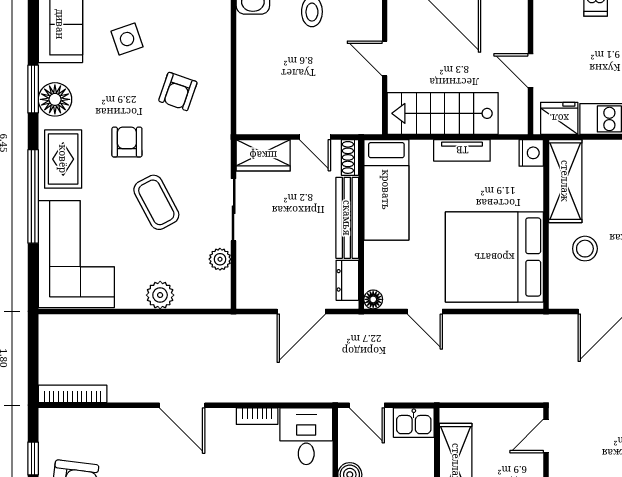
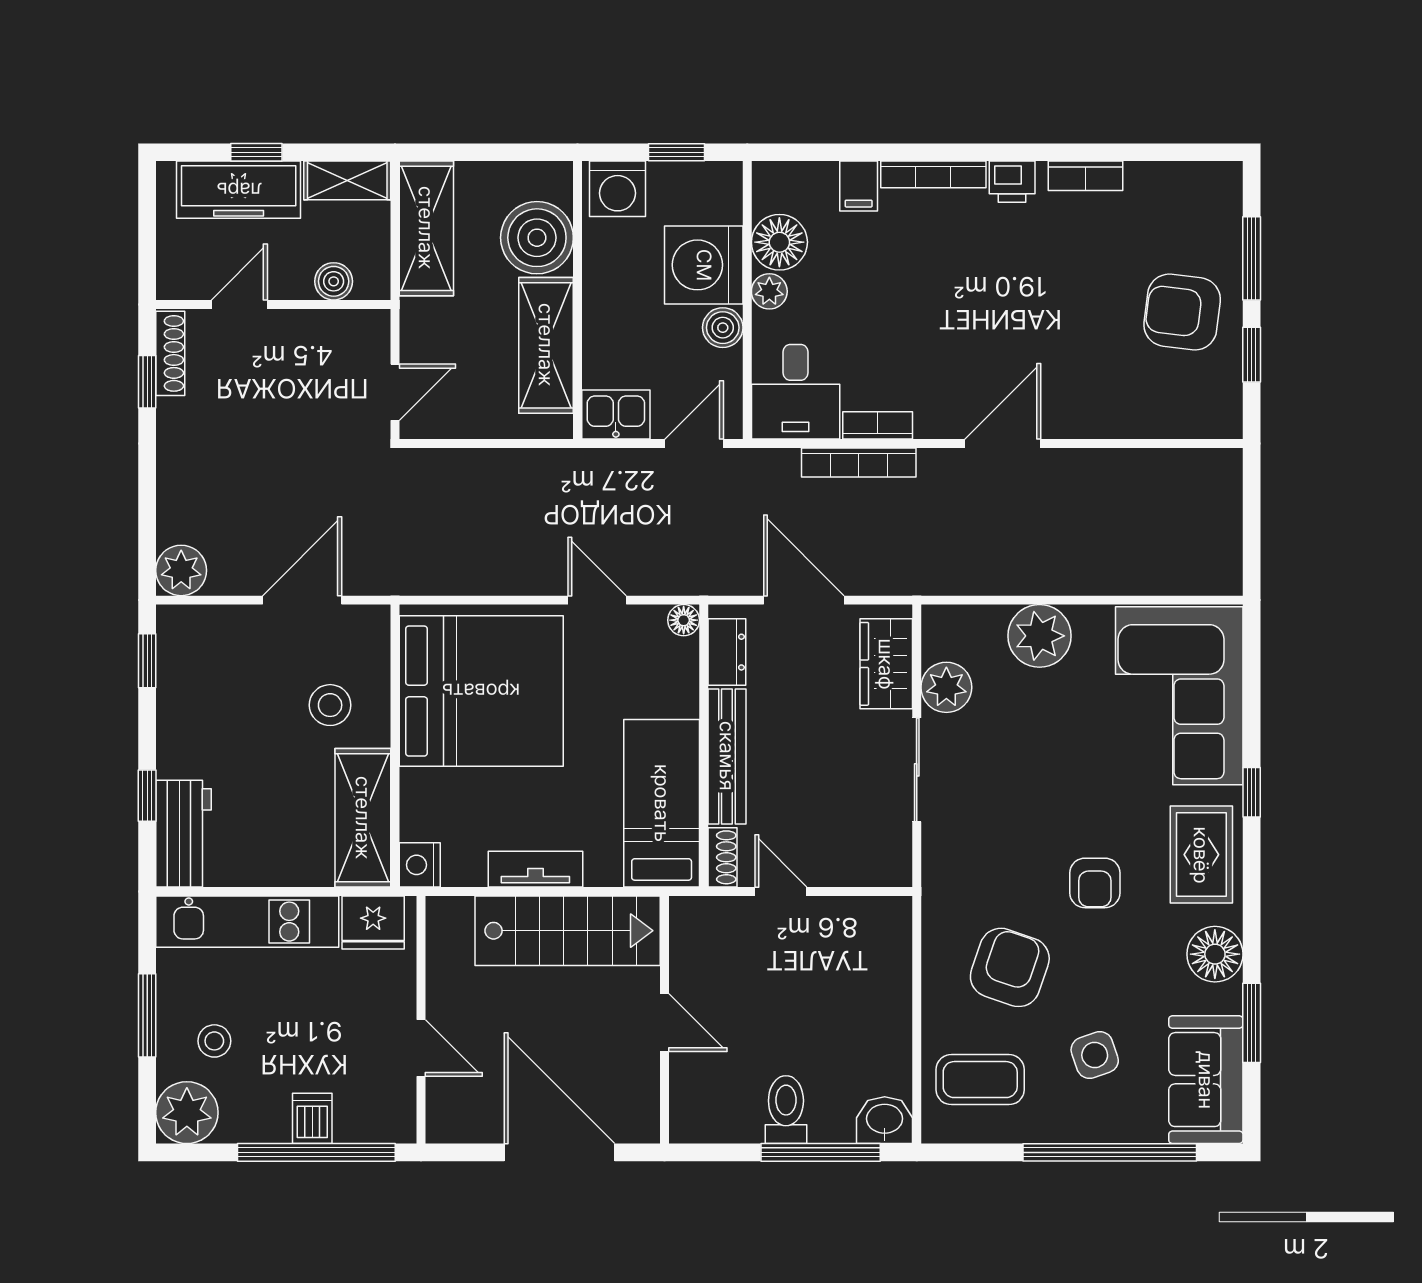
door: (530, 71) -> (421, 1048), moved
window: (33, 89) -> (1252, 1023), moved
armchair: (178, 91) -> (1010, 967), width x1.38, depth x1.38
wardrobe: (263, 155) -> (886, 664), moved, turned -90
window: (33, 196) -> (1252, 792), width x0.32
coffee table: (156, 202) -> (980, 1080), moved, turned -62
plant: (220, 259) -> (946, 687), width x1.38, depth x1.38
plant: (160, 295) -> (1039, 636), width x1.36, depth x1.36
door: (301, 311) -> (804, 600), hinge flipped
bookcase: (73, 394) -> (859, 463), moved
door: (182, 405) -> (1003, 444), hinge flipped
door: (367, 405) -> (694, 444), hinge flipped

